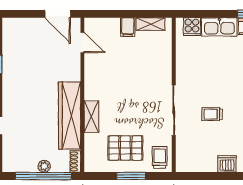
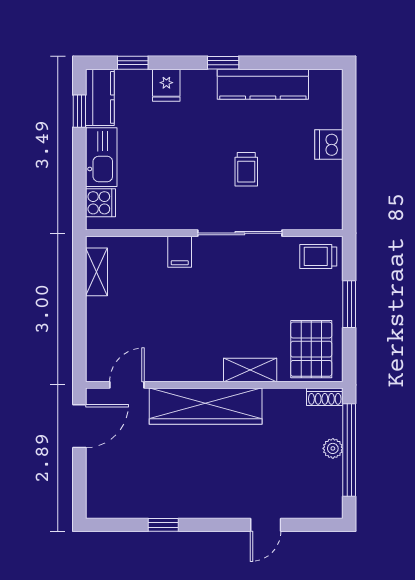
filing cabinet: (128, 27) -> (180, 252), moved, turned 90
wardrobe: (70, 116) -> (206, 406), moved
pallet: (125, 148) -> (311, 349), moved

